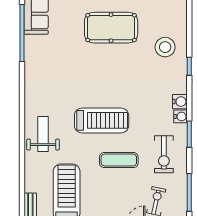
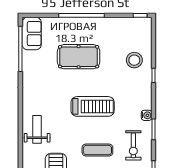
pool table: (111, 28) -> (79, 57), moved
water cooler: (180, 102) -> (146, 103), removed
treadmill: (102, 120) -> (93, 106), moved

